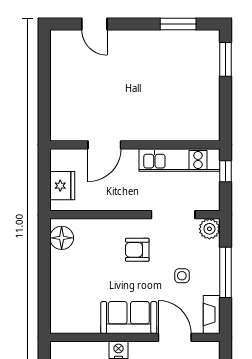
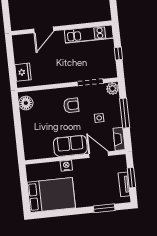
door: (104, 145) -> (44, 30), moved
wall: (135, 145) -> (62, 28), moved
kitchen unit: (179, 160) -> (89, 34), moved
armchair: (137, 250) -> (71, 105), turned 180

